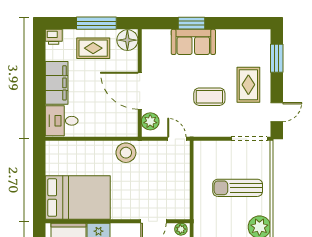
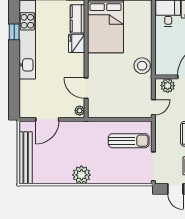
sun lounger: (238, 188) -> (129, 141), moved, turned 90

